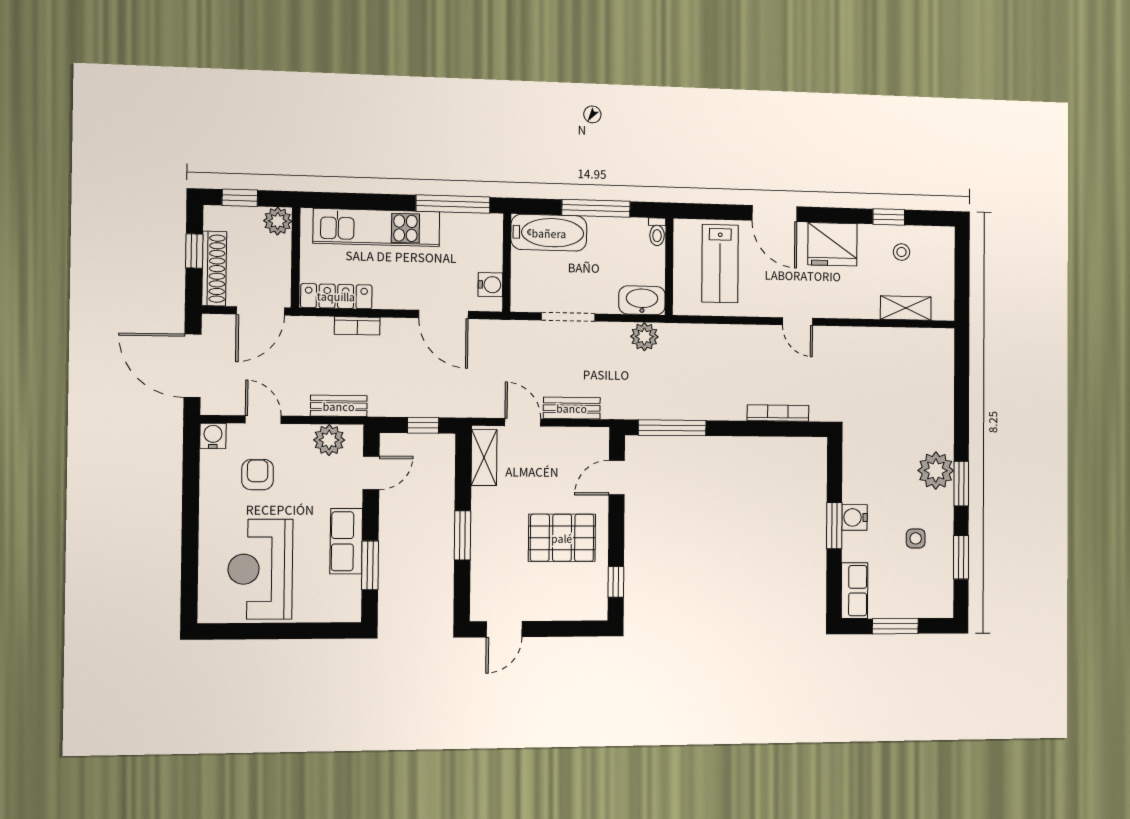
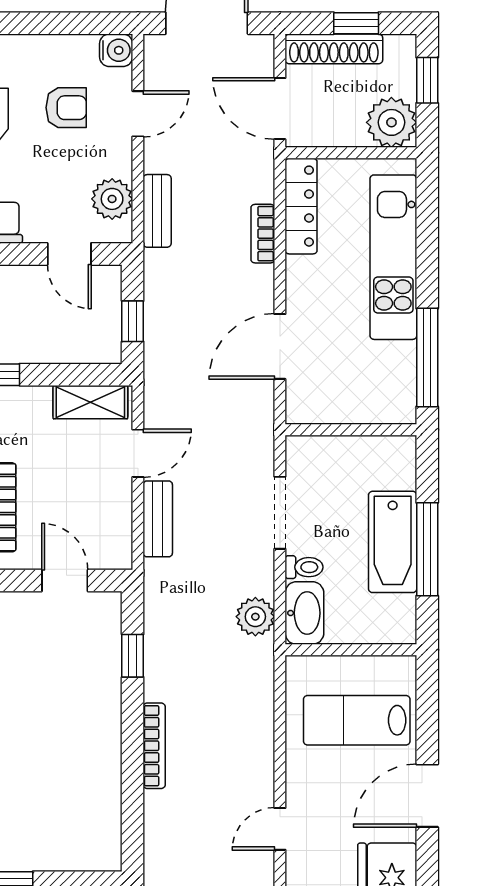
plant: (278, 221) -> (391, 122), width x1.36, depth x1.36
toilet: (657, 232) -> (304, 567), moved, turned 180
bathtub: (549, 233) -> (393, 542), moved
water cooler: (490, 285) -> (321, 408), removed
bookcase: (778, 413) -> (154, 746), moved
window: (672, 428) -> (133, 656), width x0.46

